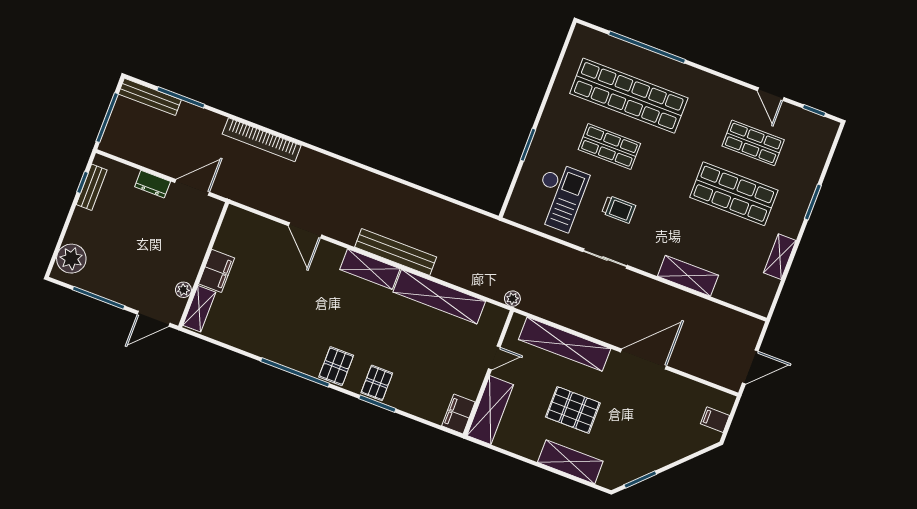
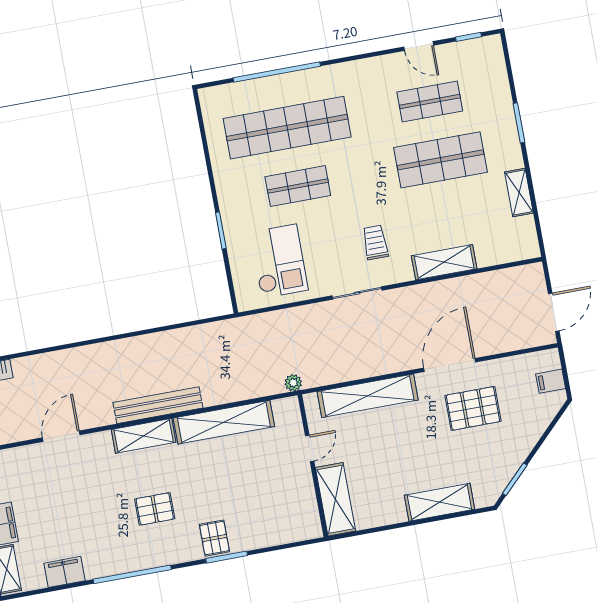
trolley: (619, 209) -> (375, 242), moved, turned -90
door: (305, 230) -> (61, 436), swing flipped
pallet: (336, 366) -> (155, 509), moved, turned 90
pallet: (573, 410) -> (473, 408), moved
filing cabinet: (458, 414) -> (65, 572), moved, turned 90

